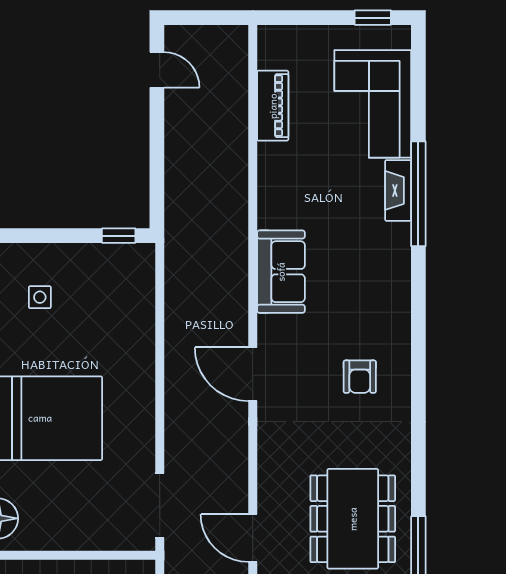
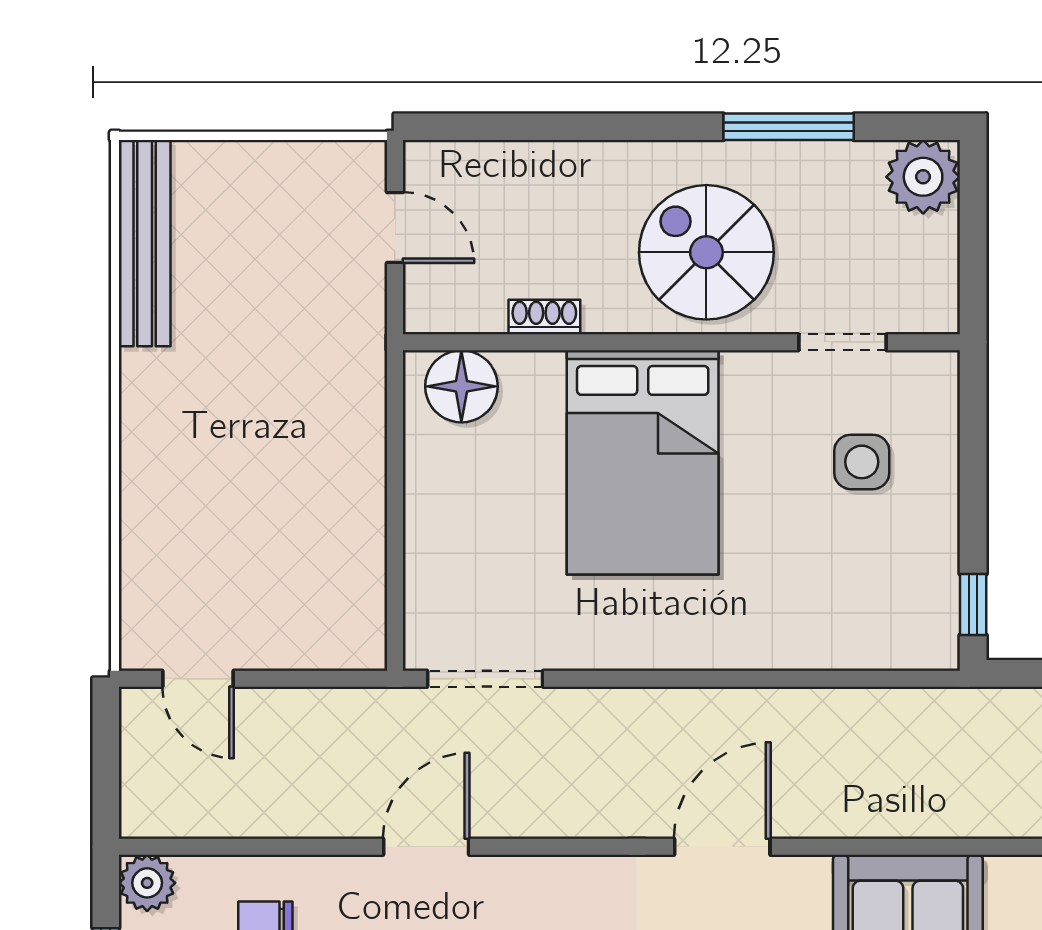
side table: (40, 297) -> (862, 462), width x1.37, depth x1.37

